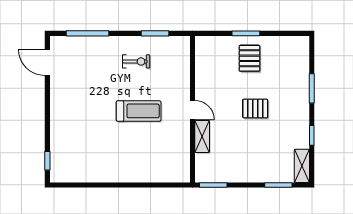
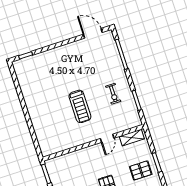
door: (47, 62) -> (93, 33), hinge flipped
door: (192, 110) -> (107, 138), moved
shelving: (202, 136) -> (132, 138), moved

